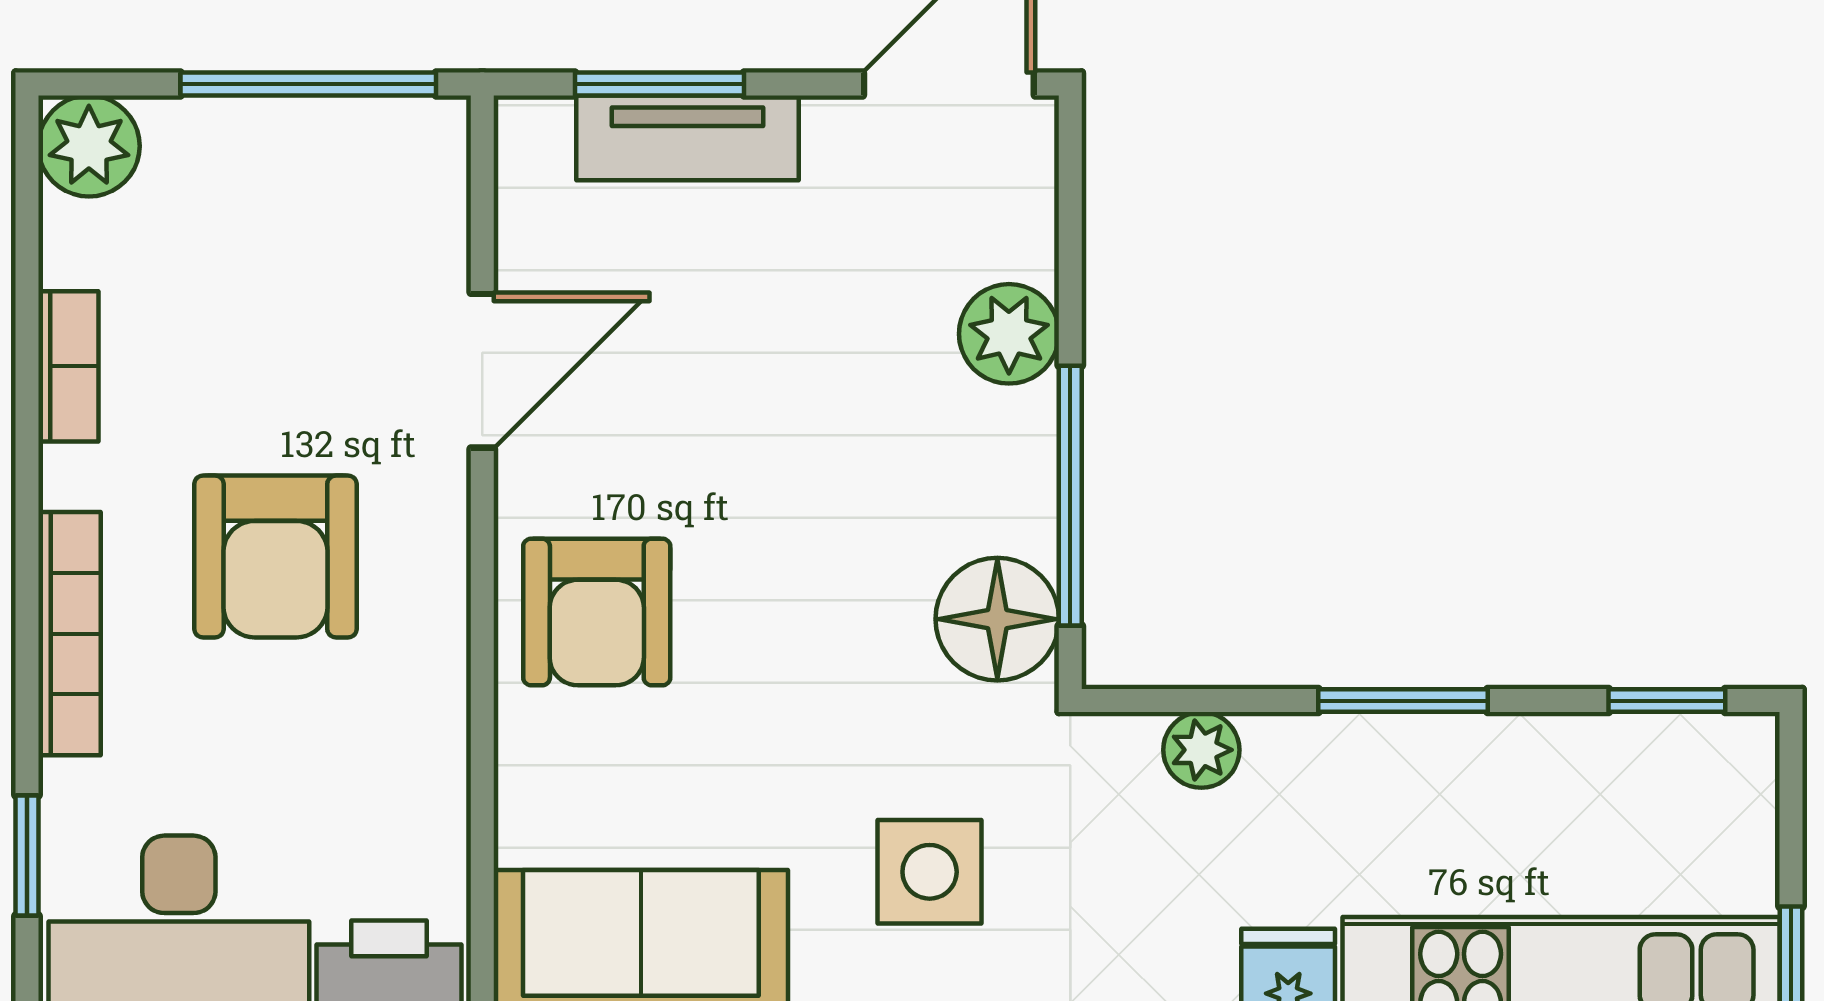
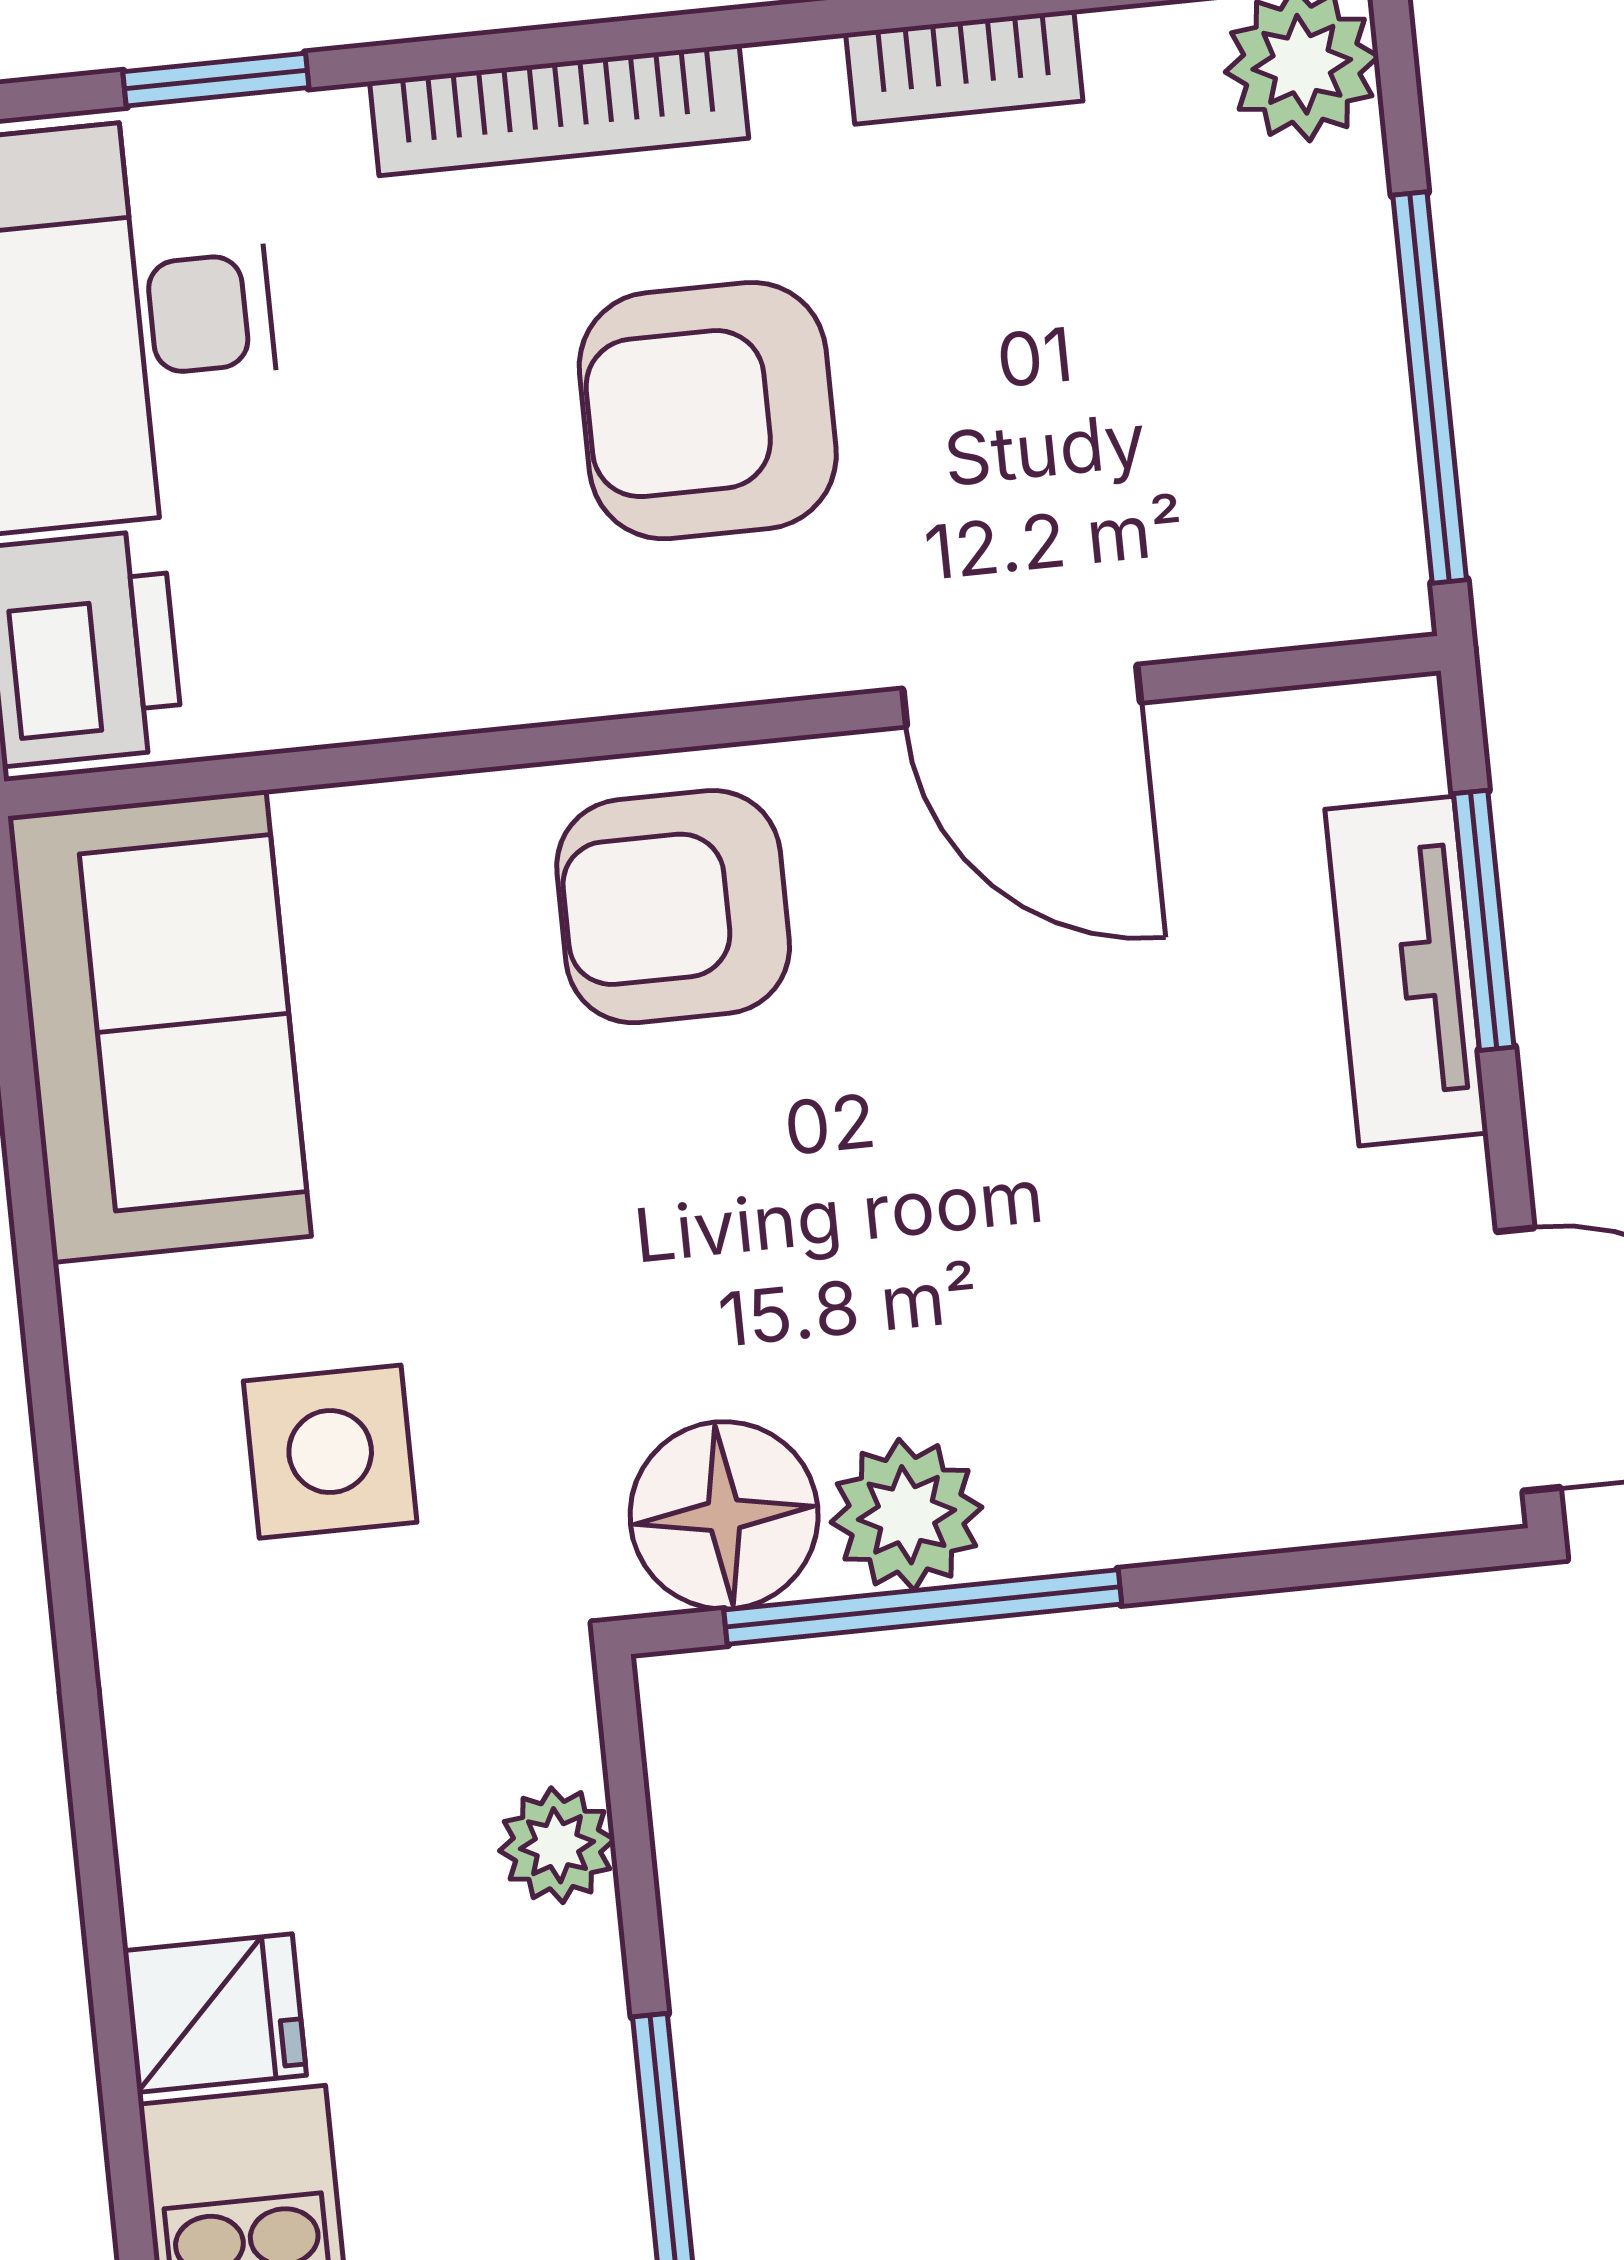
plant: (1009, 334) -> (906, 1515), moved

